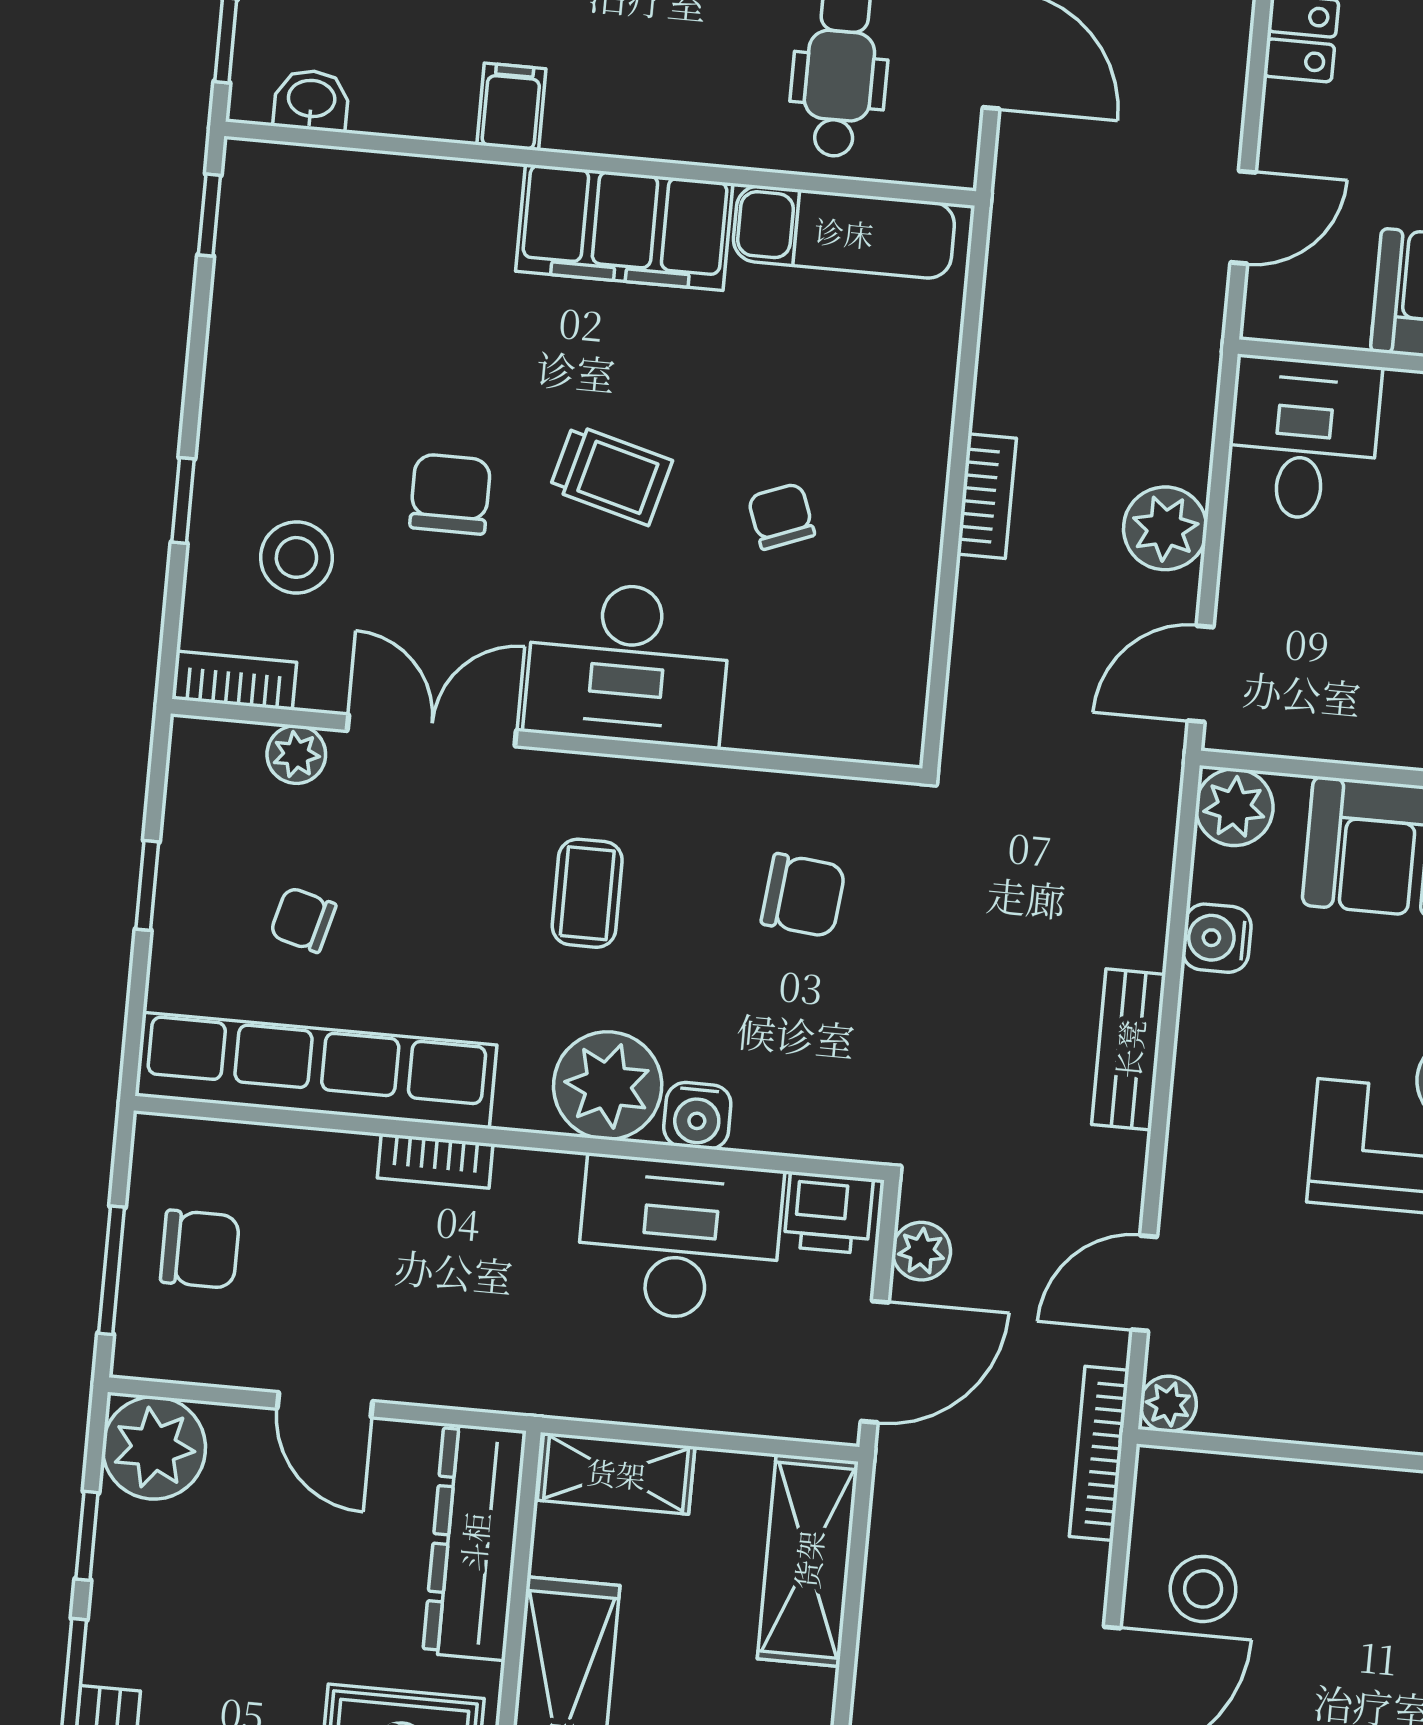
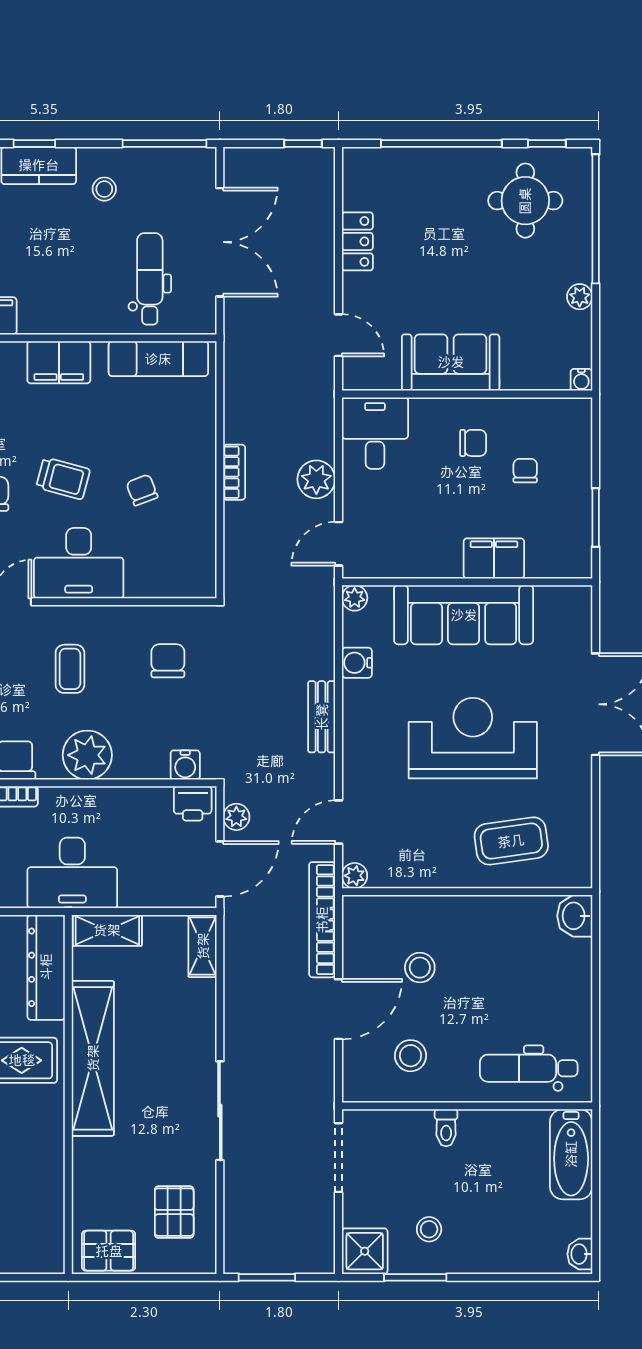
door: (1243, 217) -> (339, 335), hinge flipped
filing cabinet: (624, 227) -> (59, 362), width x0.67, depth x0.86
plant: (1234, 807) -> (355, 598), width x0.73, depth x0.73
chair: (803, 895) -> (168, 661), turned -96
water cooler: (697, 1116) -> (185, 765), moved
desk: (679, 1239) -> (72, 873), moved, turned 180
bookcase: (1099, 1453) -> (322, 920), width x1.48, depth x1.31
shelving: (808, 1560) -> (203, 946), width x0.67, depth x0.75
stool: (1203, 1589) -> (420, 968), moved

